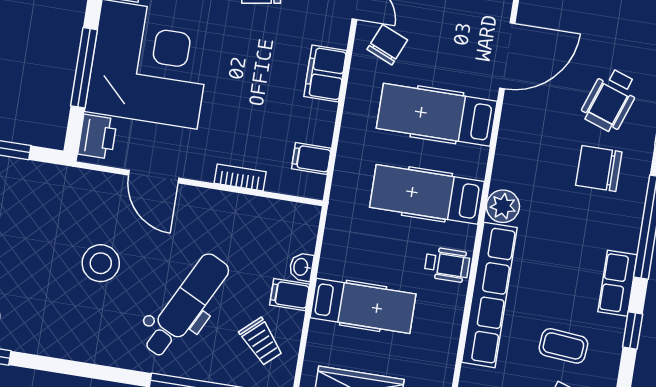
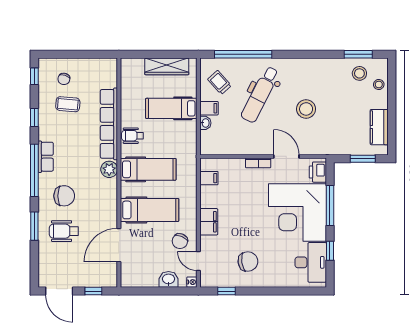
wheelchair: (610, 100) -> (64, 231), turned -109
bookcase: (240, 177) -> (258, 163), moved
row of seats: (618, 283) -> (46, 157), moved

